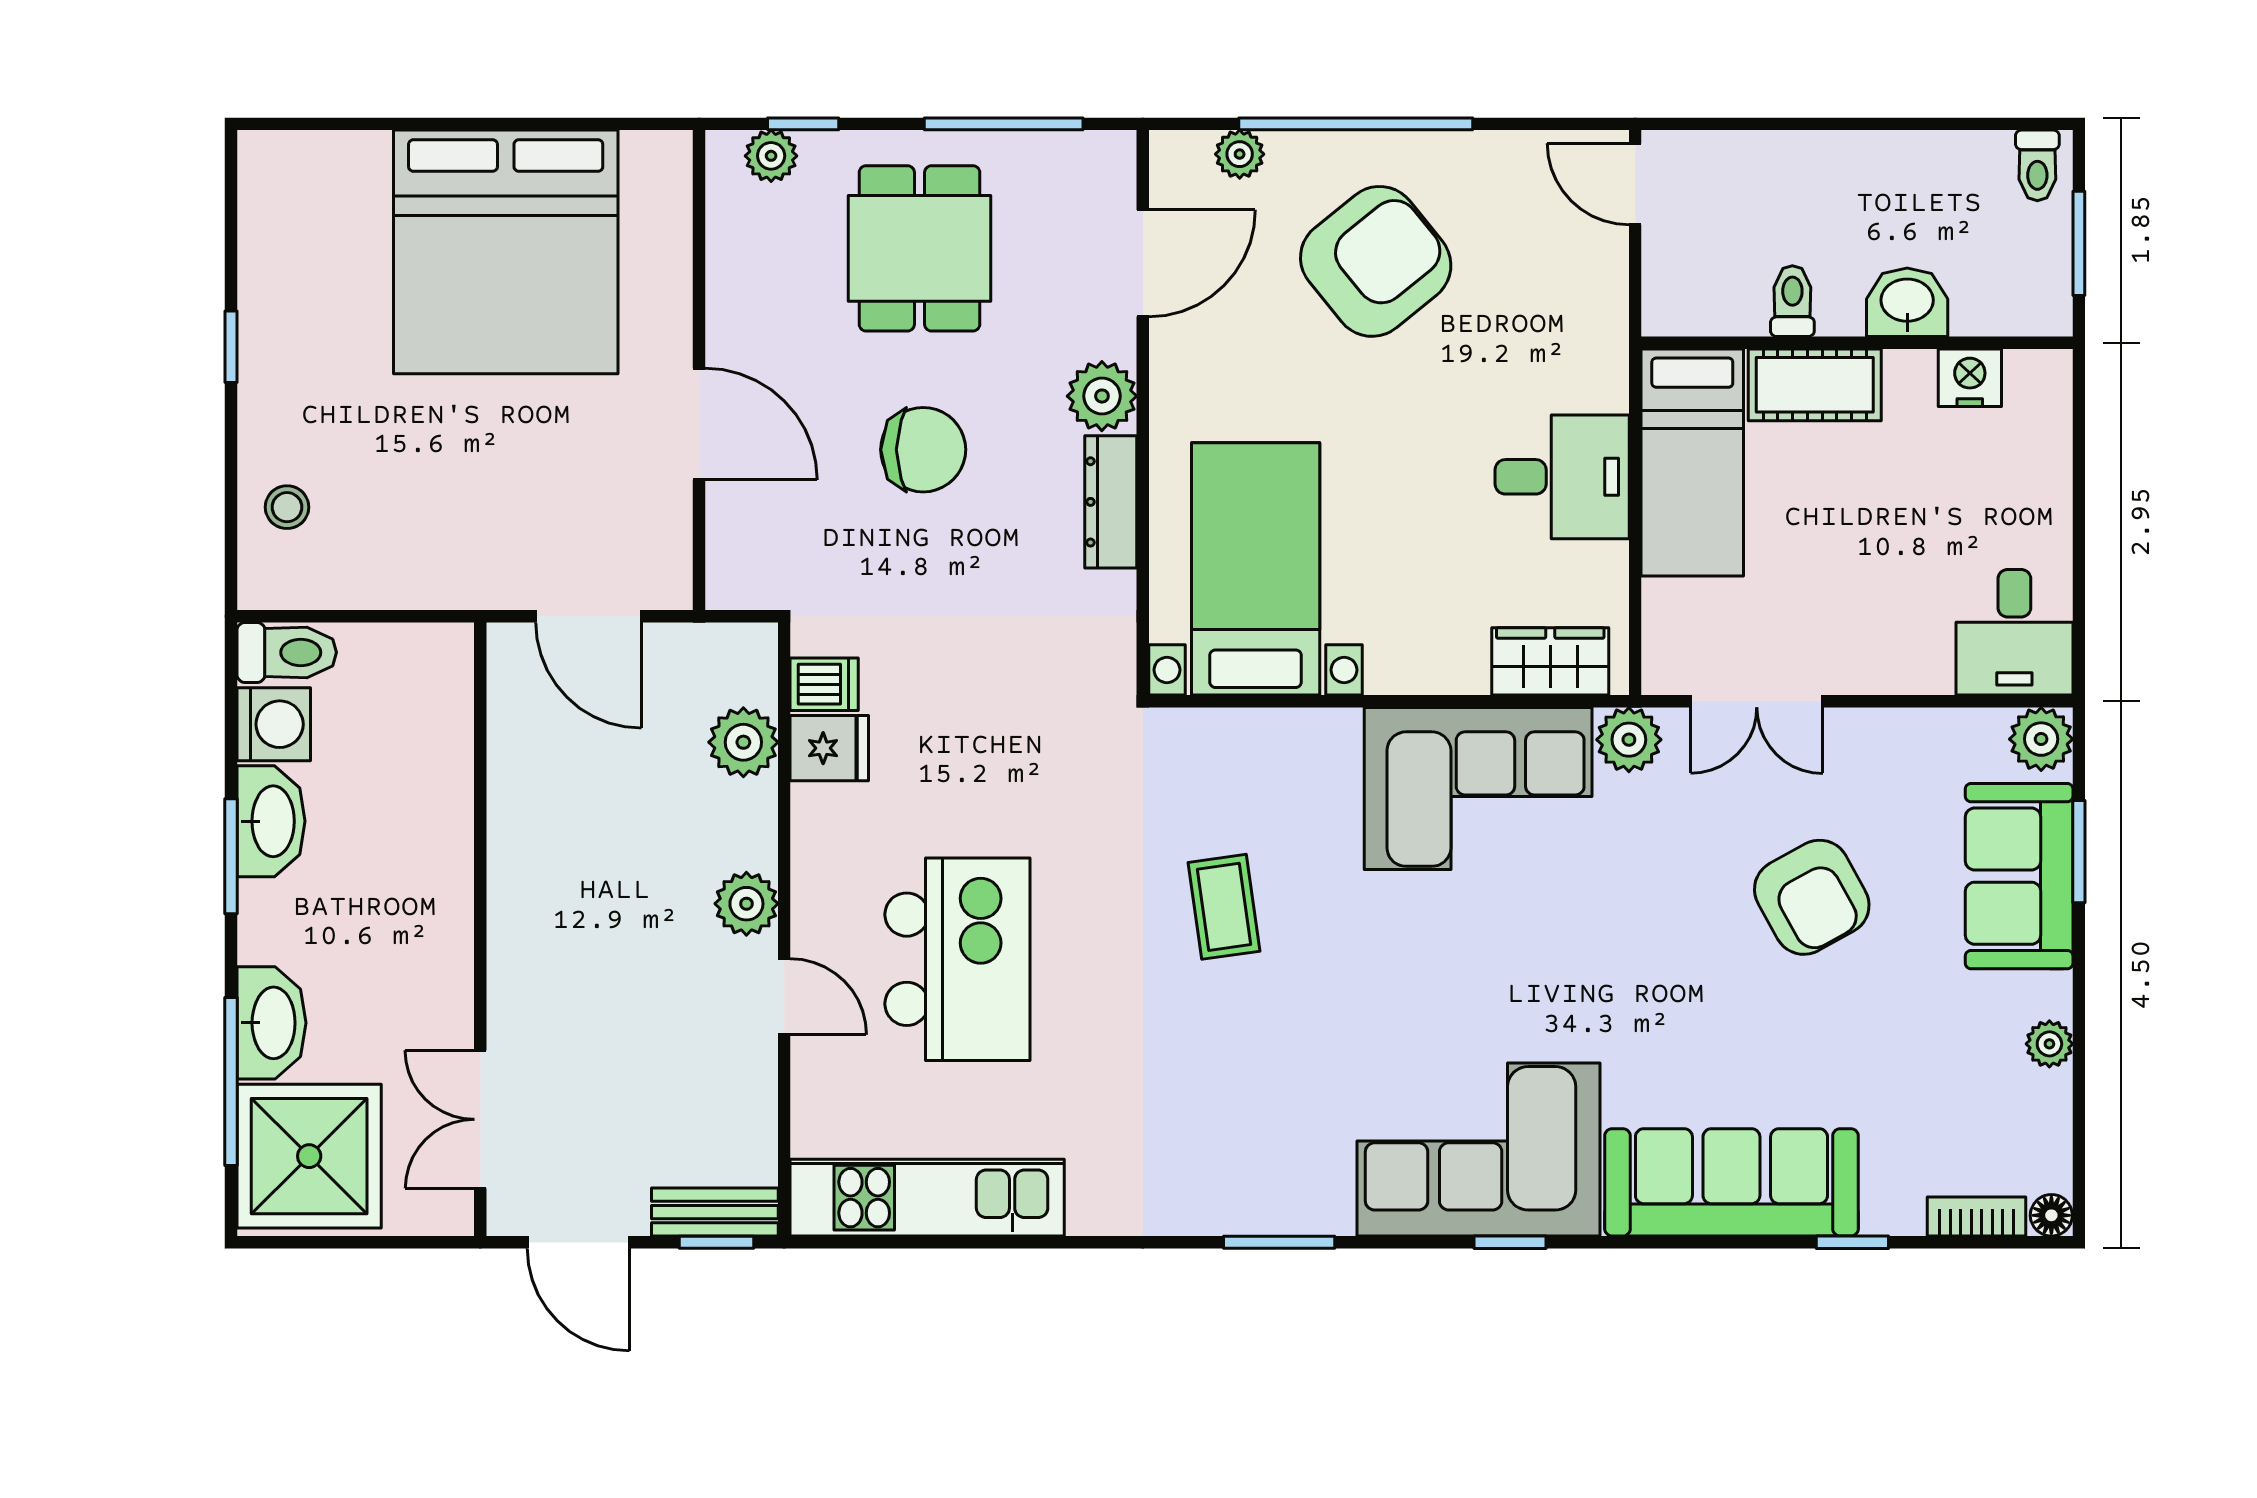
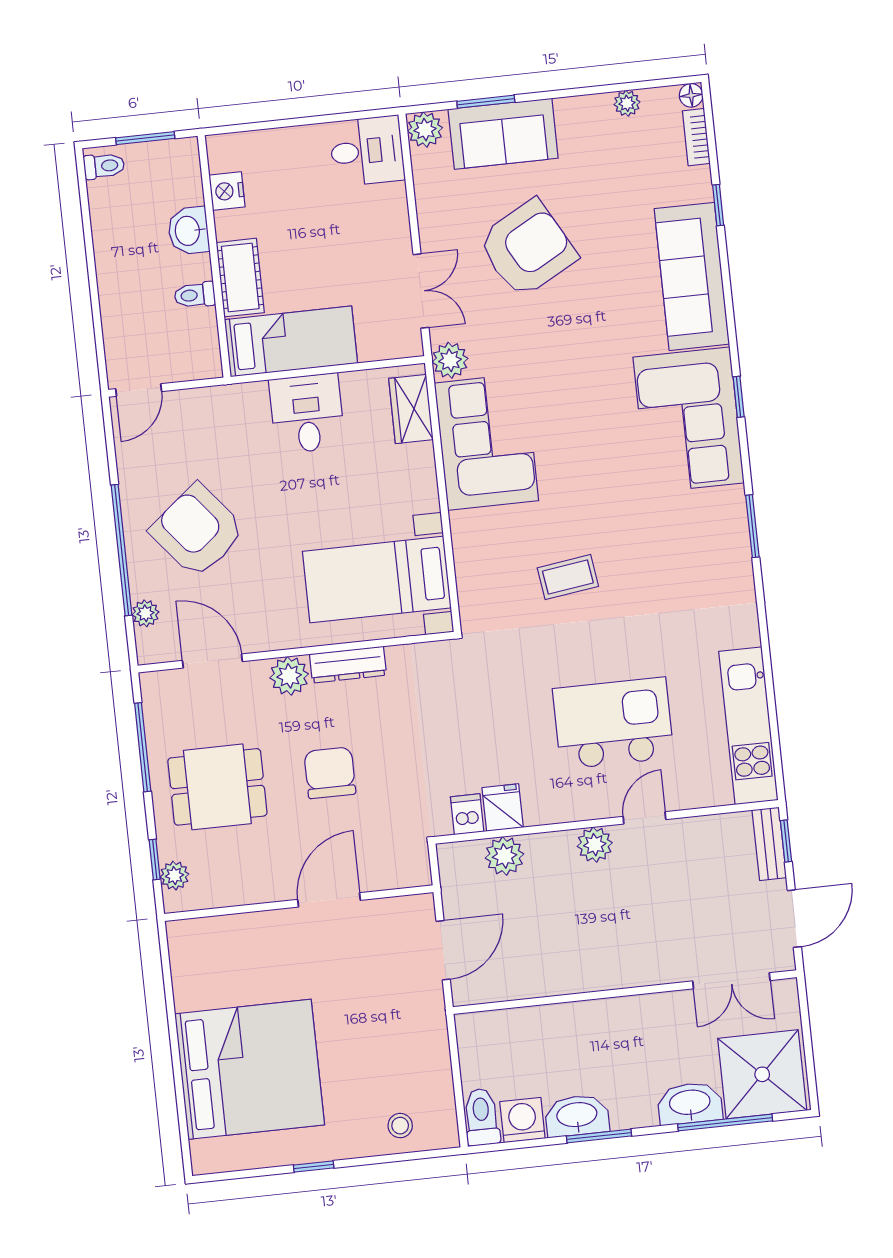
bed: (506, 252) -> (250, 1069), moved
armchair: (1812, 897) -> (527, 249), width x1.36, depth x1.36
plant: (2049, 1044) -> (627, 103), moved

